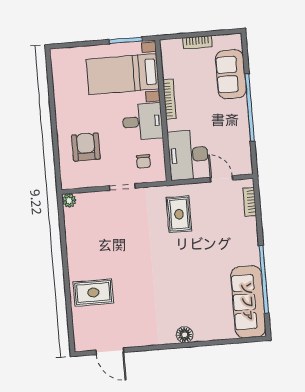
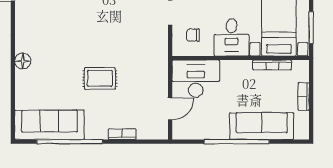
sofa: (231, 74) -> (262, 126), width x1.36
bookcase: (169, 99) -> (272, 65), moved
bookcase: (250, 202) -> (122, 134), moved
rug: (179, 214) -> (100, 78), moved

